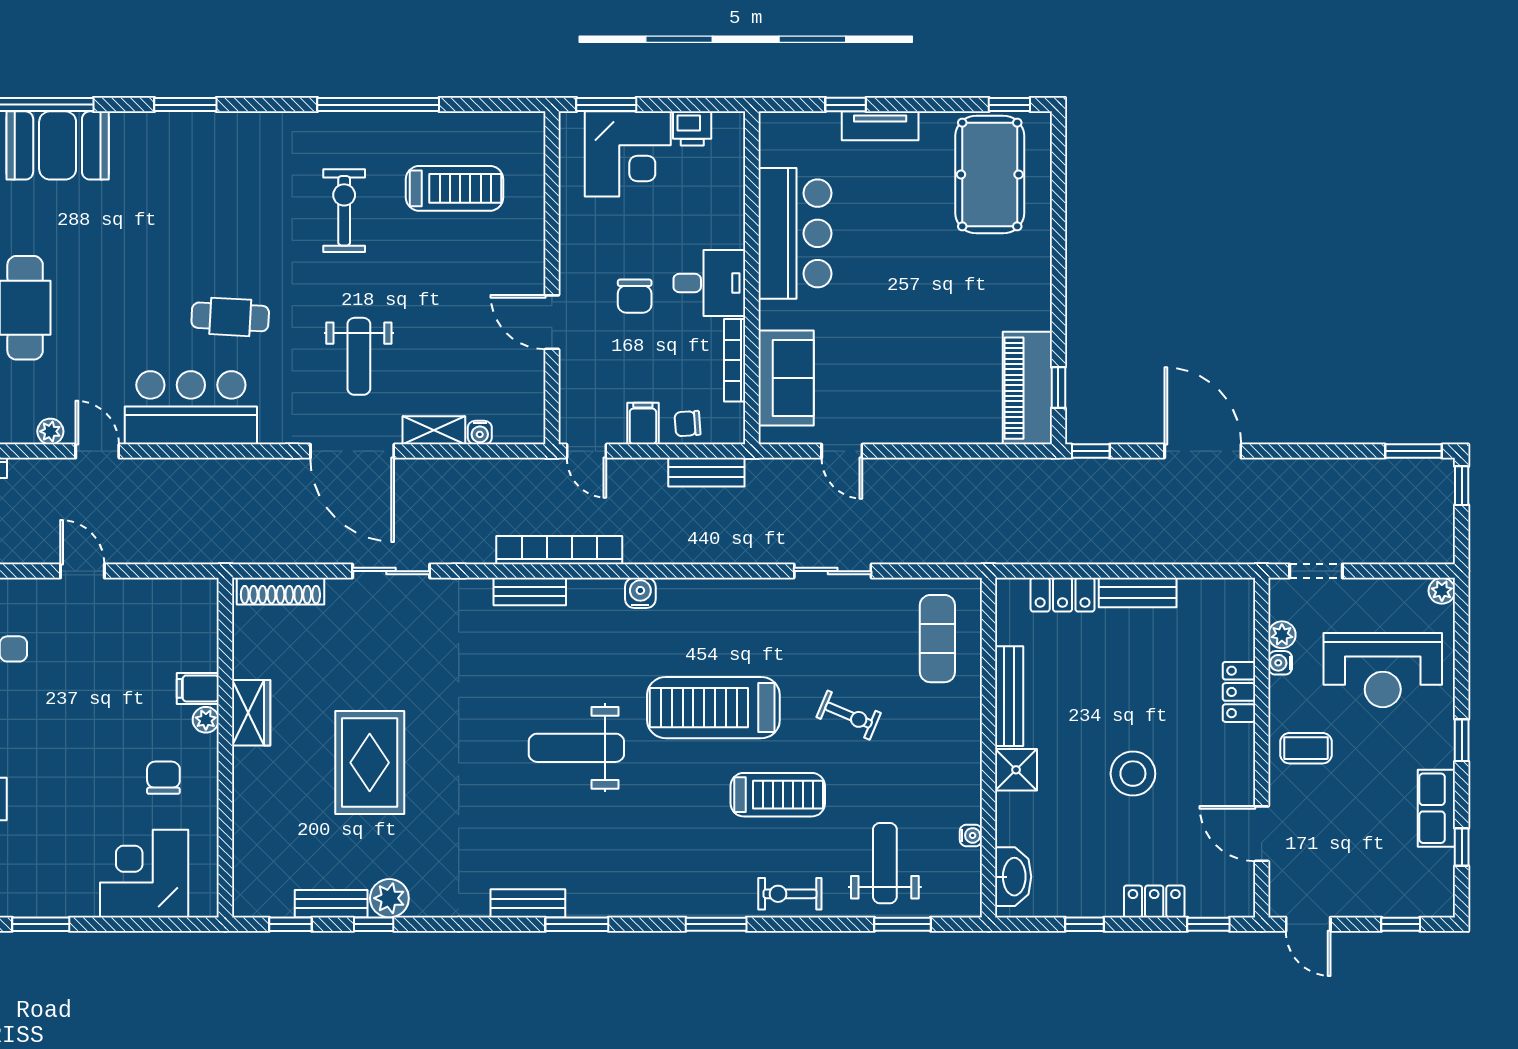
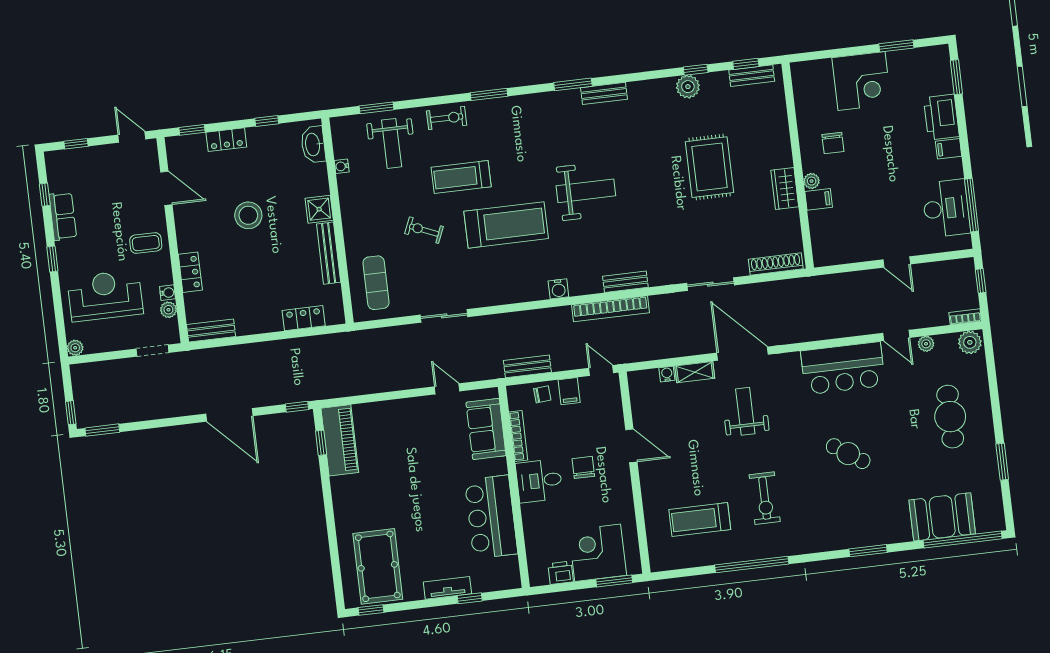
cafe table: (230, 317) -> (848, 454), moved, turned 31
bench: (1138, 592) -> (211, 331), moved
corner desk: (144, 874) -> (862, 81), moved
bench: (331, 904) -> (752, 76), moved

